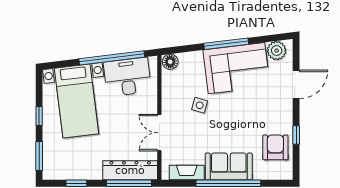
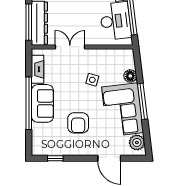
floor lamp: (170, 62) -> (130, 76), moved
window: (296, 135) -> (55, 158), moved
armchair: (275, 147) -> (78, 123), moved, turned 90

